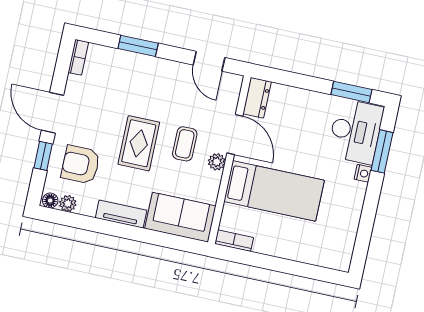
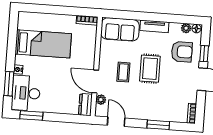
plant: (217, 162) -> (101, 100), moved
bed: (274, 191) -> (43, 44), moved, turned 180

